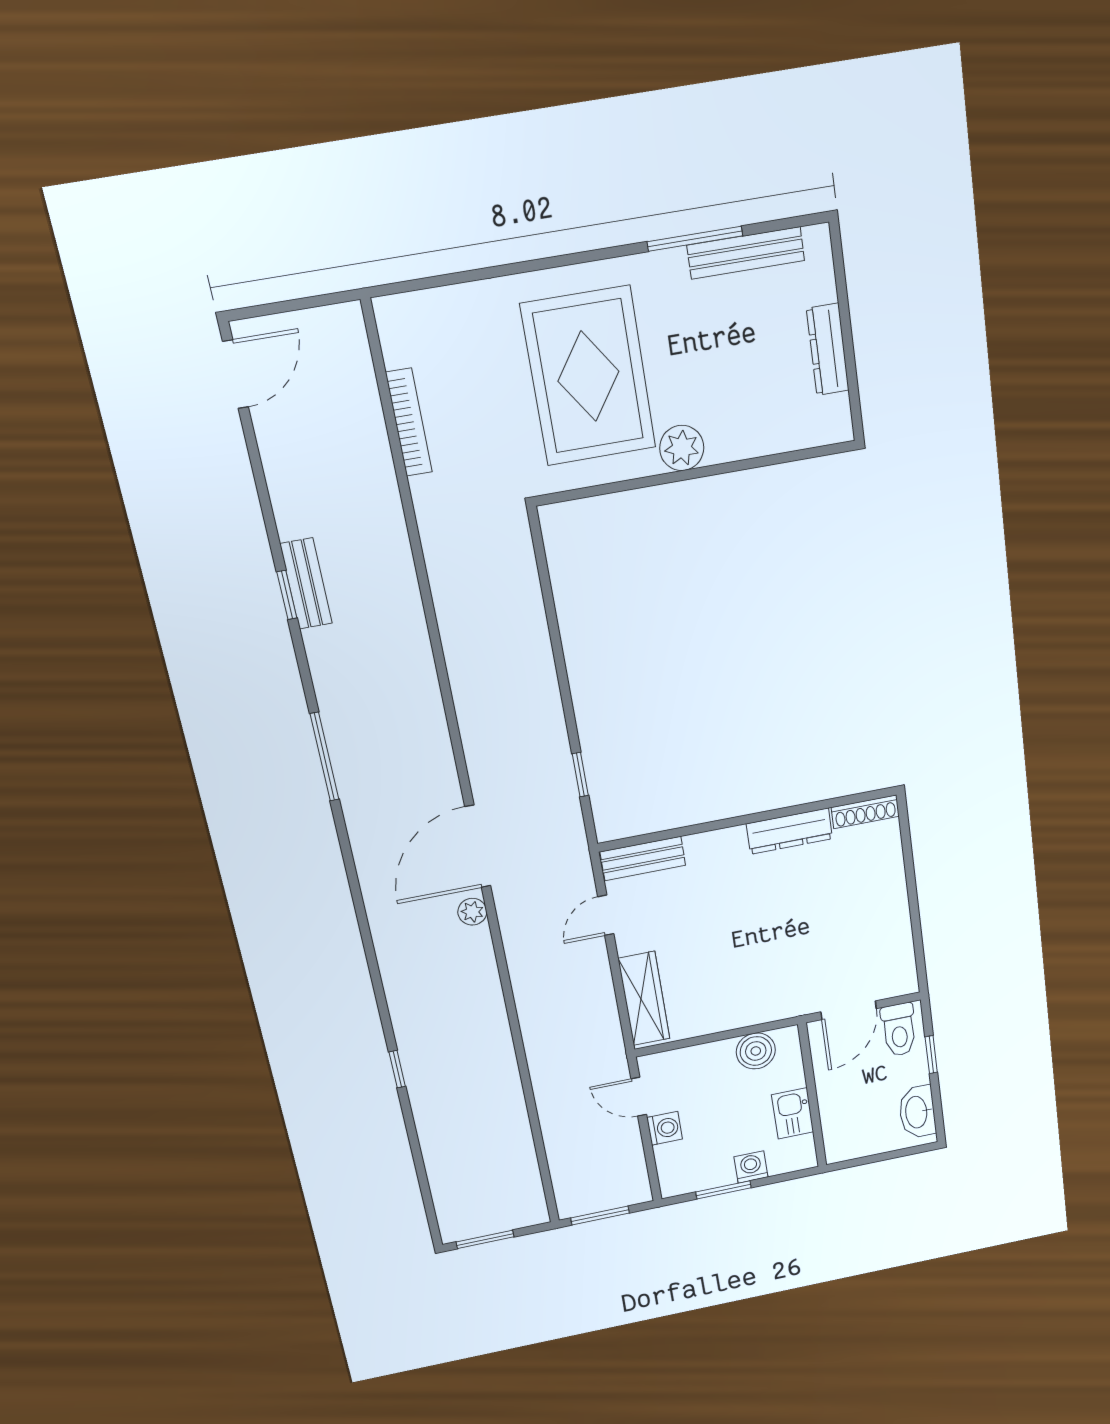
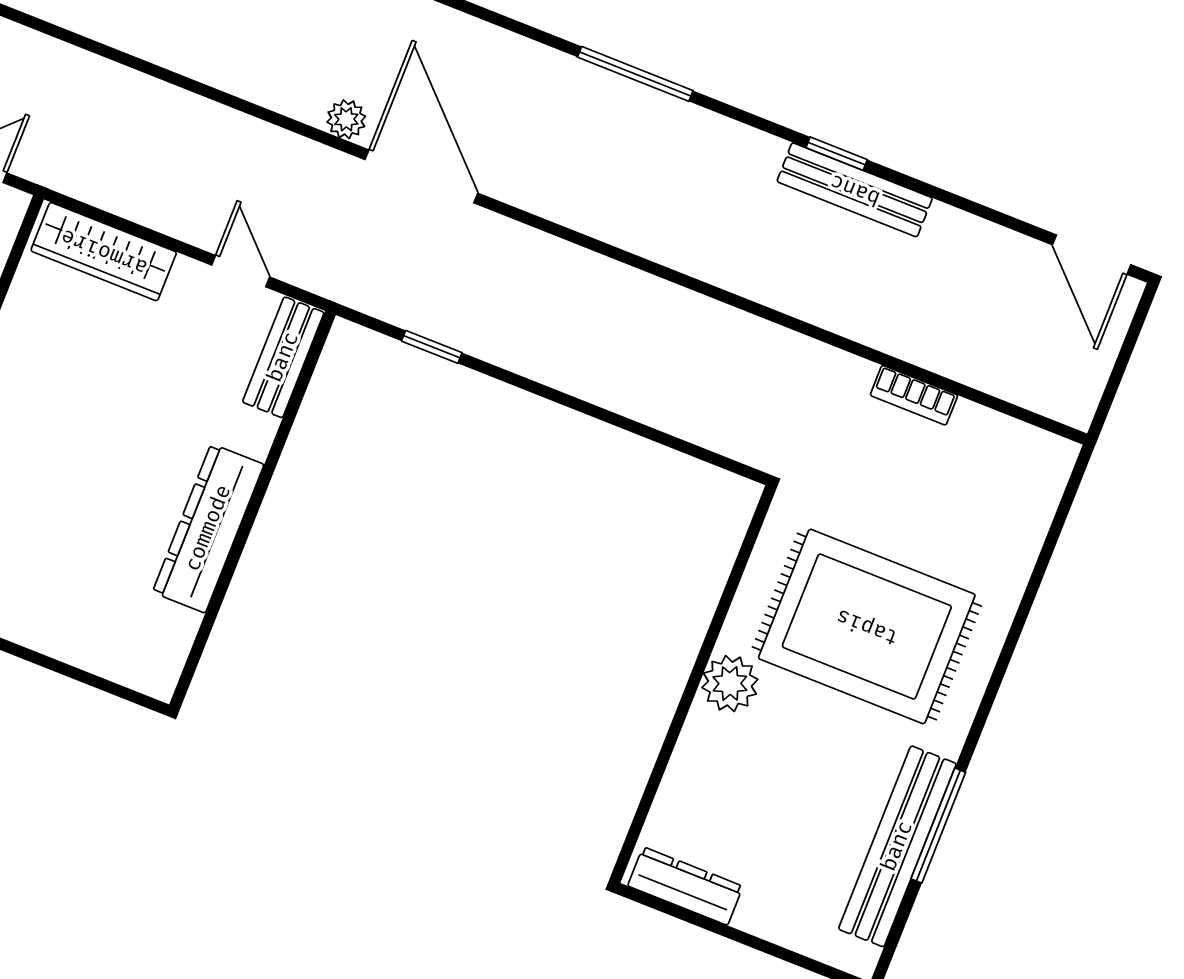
bench: (746, 253) -> (897, 846), width x1.37, depth x1.21
dresser: (828, 350) -> (685, 886), moved
bookcase: (409, 422) -> (914, 395), width x0.64
bench: (306, 584) -> (855, 190), width x1.36
shoe rack: (865, 812) -> (172, 655), removed
dresser: (789, 831) -> (208, 528), width x1.37, depth x1.24

